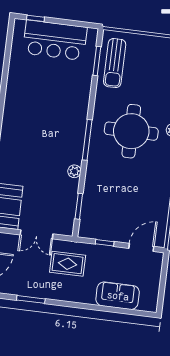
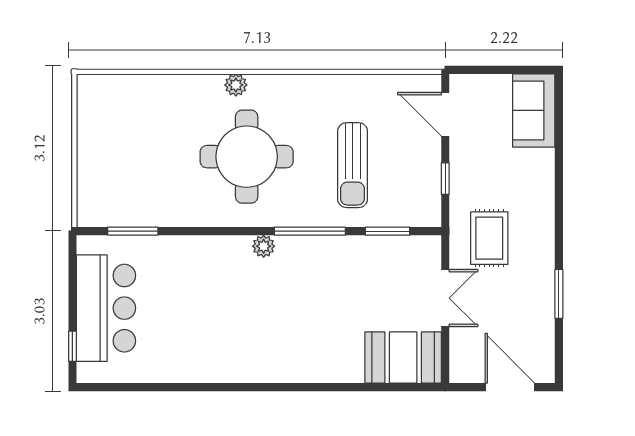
sun lounger: (115, 63) -> (353, 165), moved, turned 90
window: (87, 140) -> (310, 231), moved
plant: (74, 171) -> (264, 246), moved
sofa: (118, 296) -> (534, 110), moved

